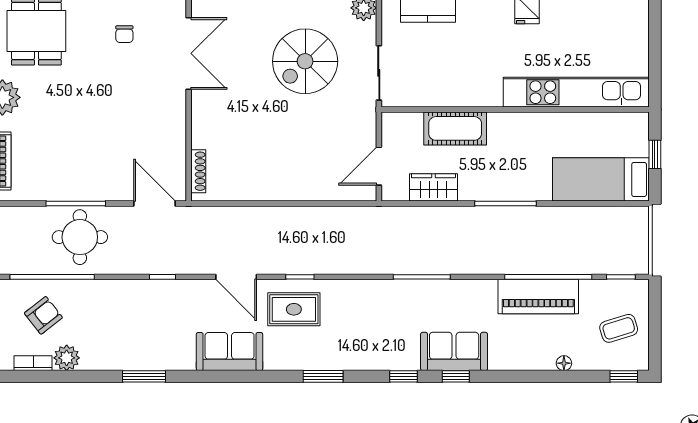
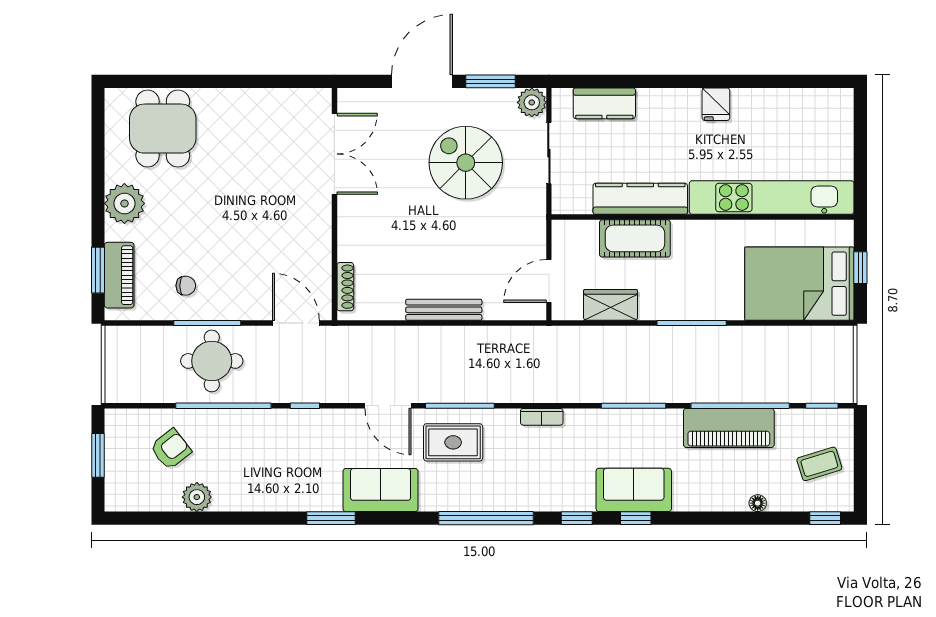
chair: (124, 34) -> (186, 286), moved, turned -90
spiral stairs: (305, 61) -> (466, 163), turned 90
sliding door: (379, 73) -> (549, 153), moved
kitchen counter: (460, 93) -> (640, 199), added
bed: (601, 179) -> (799, 284), width x1.50
bench: (286, 192) -> (444, 310), added
window: (52, 277) -> (223, 406), moved
window: (300, 277) -> (460, 406), width x2.17
window: (422, 277) -> (634, 406), moved
bookcase: (33, 363) -> (542, 417), moved, turned 180
window: (144, 376) -> (331, 518), moved
window: (323, 376) -> (486, 518), width x2.11

